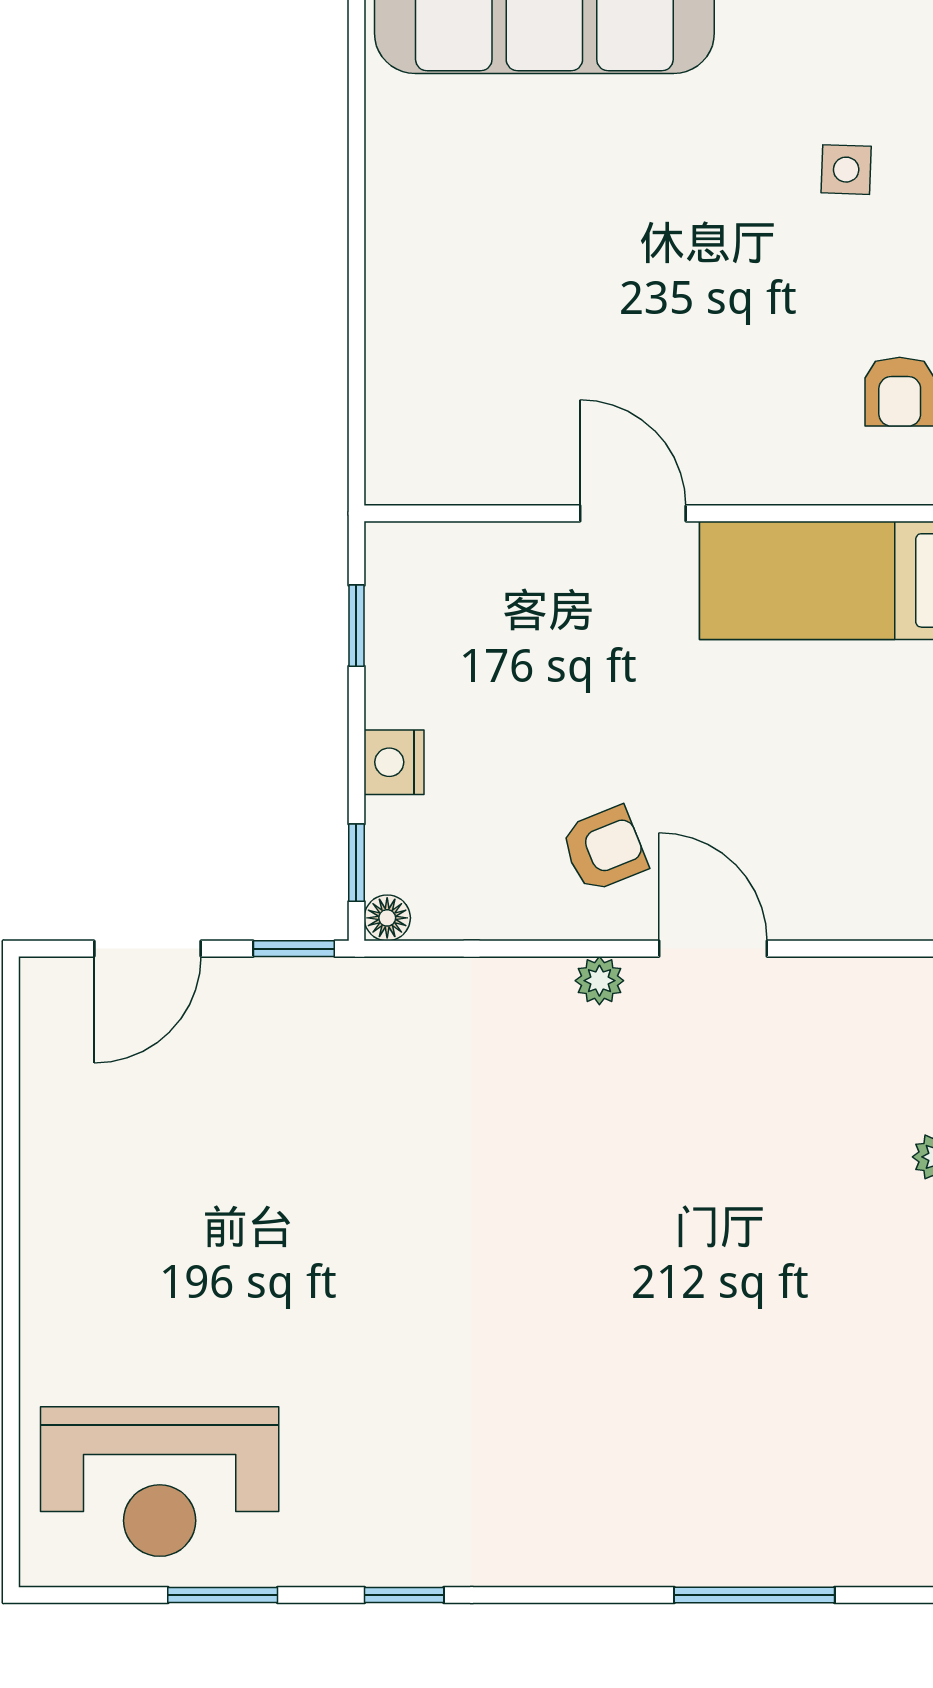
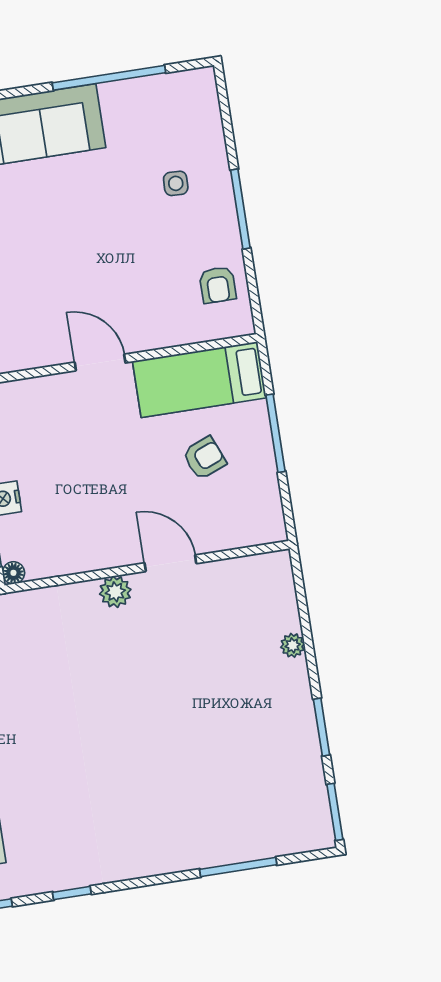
armchair: (604, 849) -> (204, 458), moved
plant: (599, 981) -> (115, 592), width x1.38, depth x1.38

